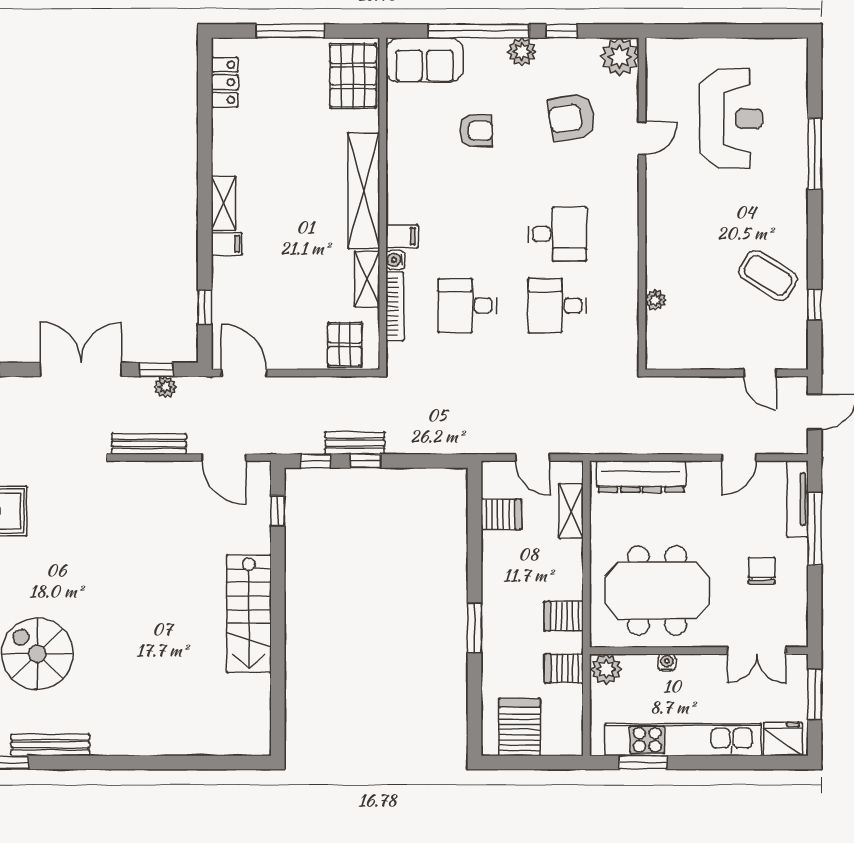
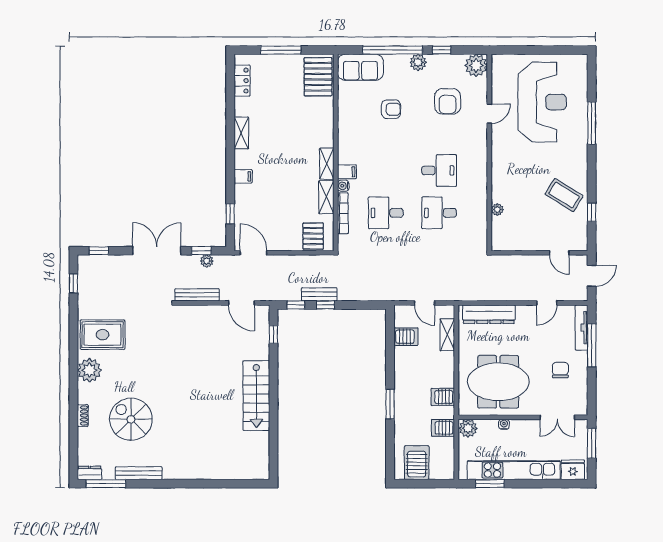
armchair: (572, 117) -> (448, 101), turned -81
reception desk: (731, 119) -> (542, 102), width x1.36, depth x1.30
shelving: (364, 191) -> (327, 164), width x0.45, depth x0.75
shelving: (224, 203) -> (241, 133), moved

